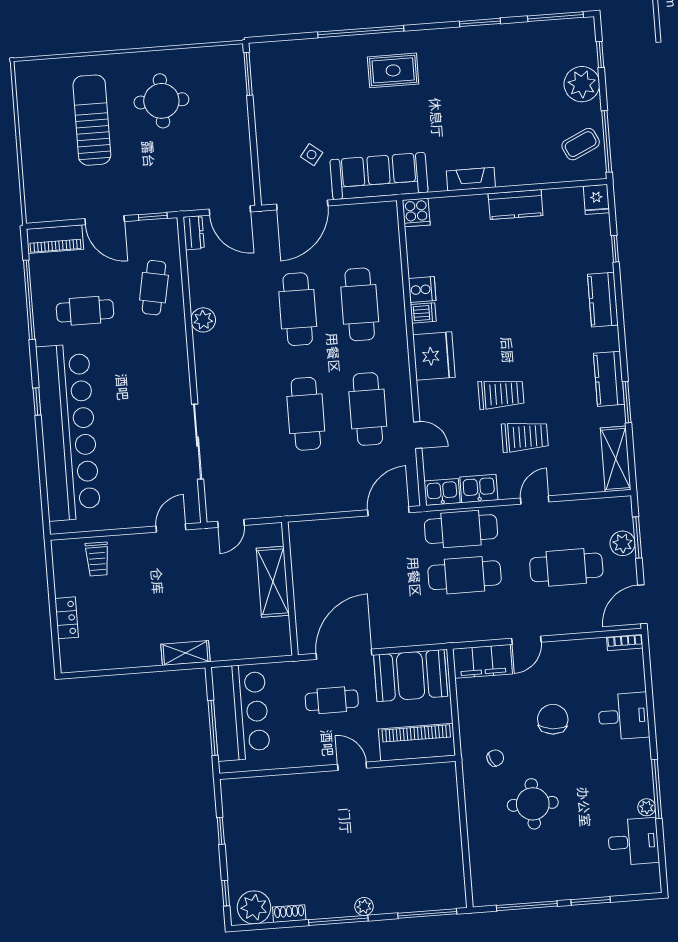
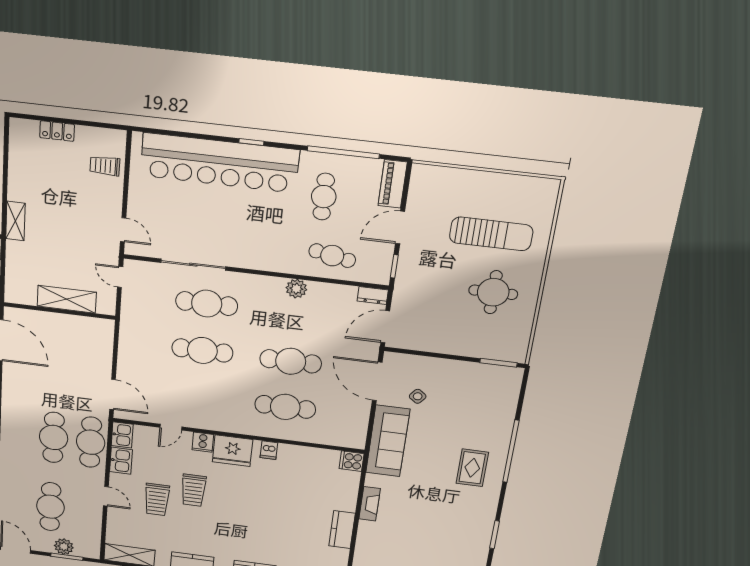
cooker: (422, 290) -> (203, 442), moved
cafe table: (368, 409) -> (207, 304), moved

